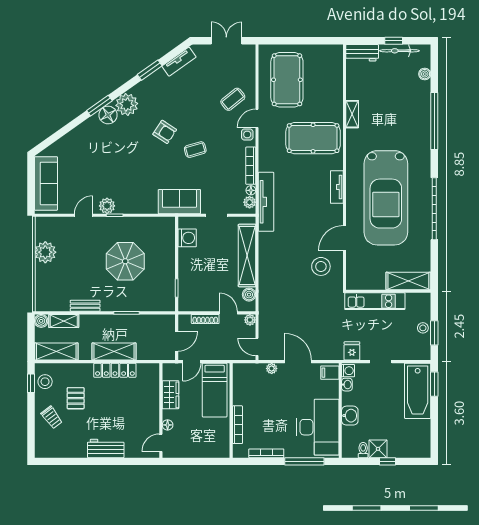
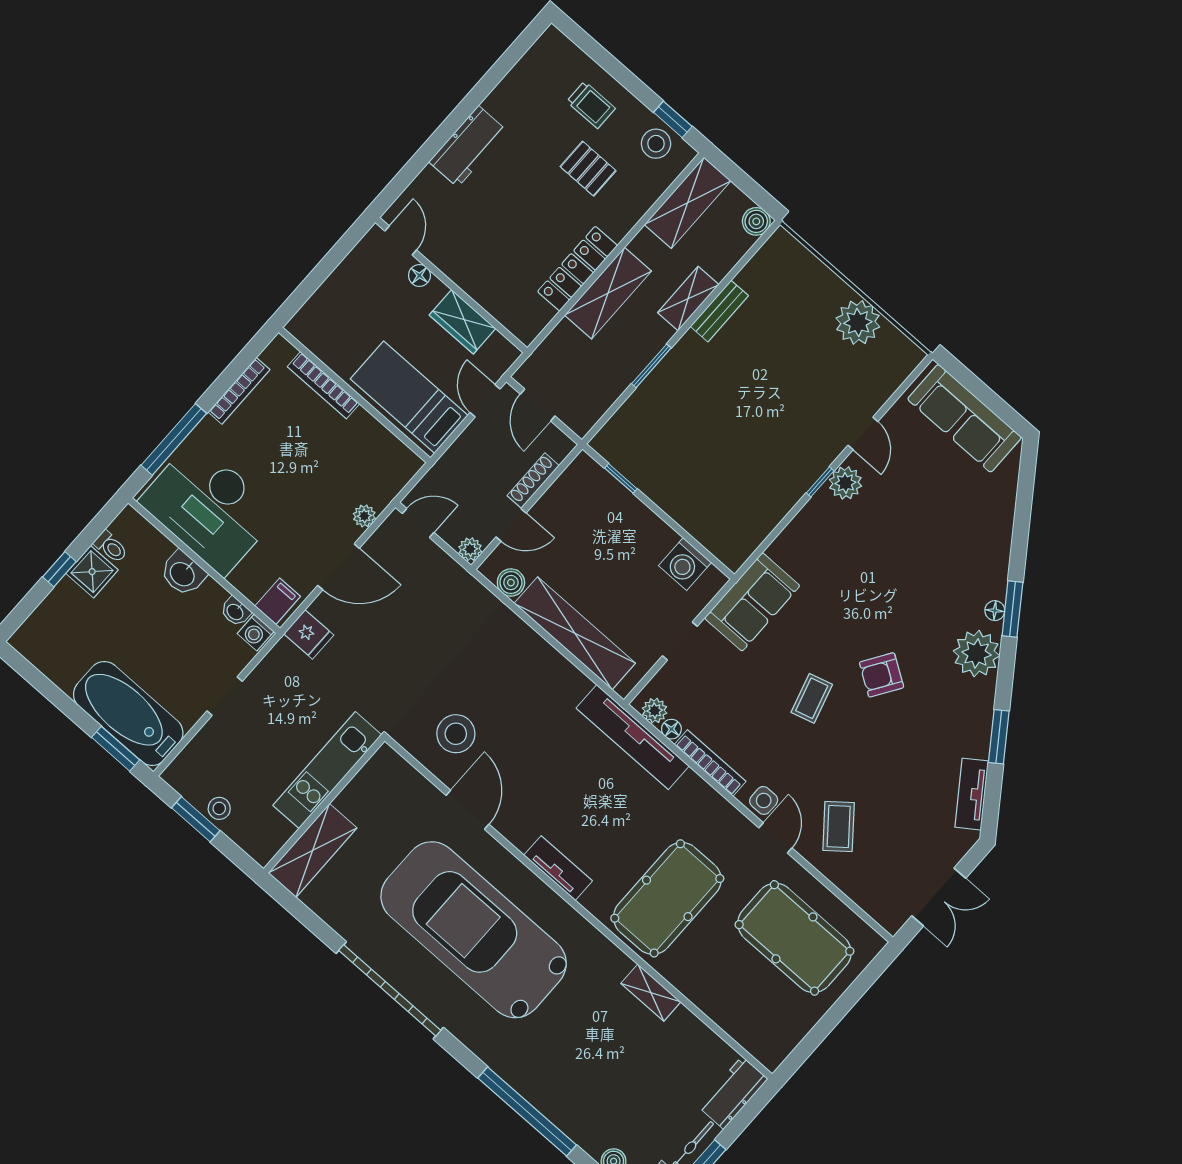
floor lamp: (108, 115) -> (995, 611), width x0.53, depth x0.53
parasol: (125, 261) -> (734, 435), removed
shelving: (64, 321) -> (688, 299), moved
fridge: (352, 351) -> (309, 634), moved
trolley: (52, 417) -> (591, 105), turned -143

